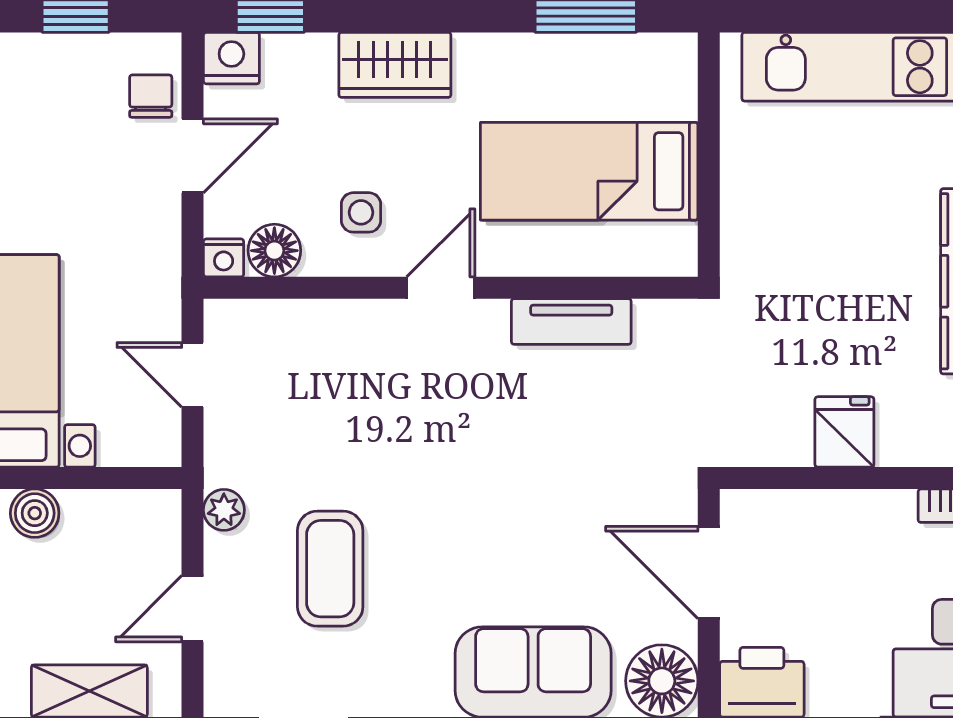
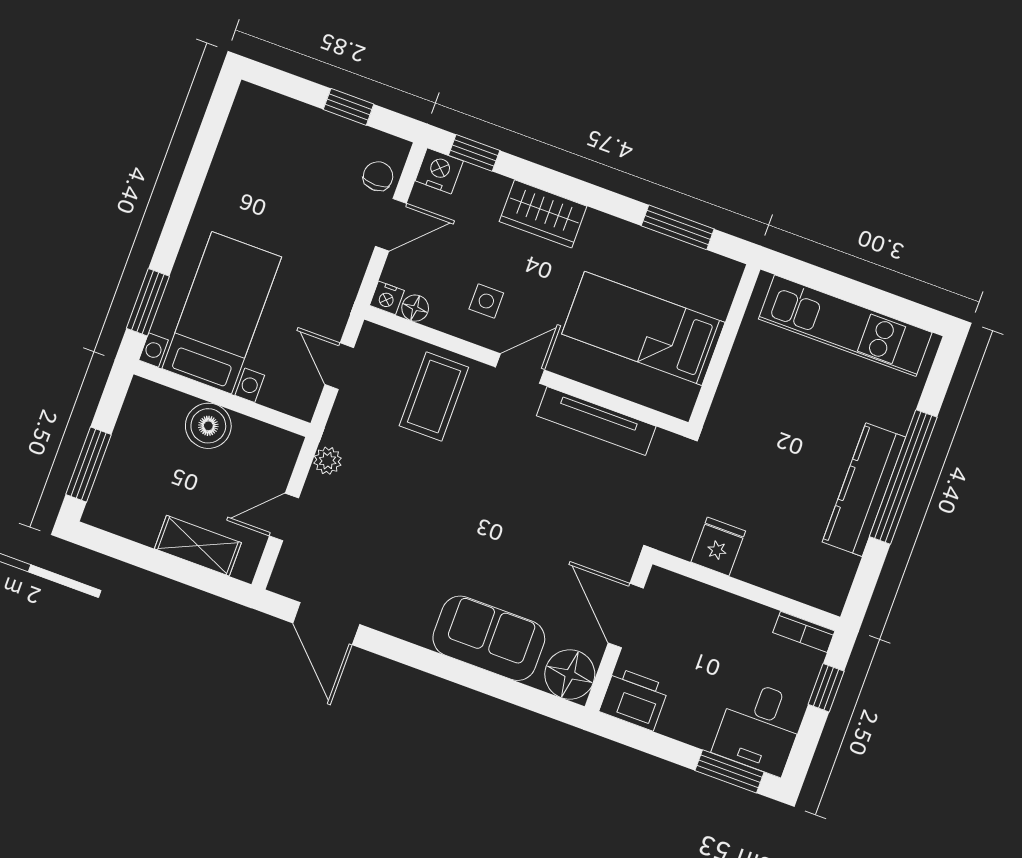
floor lamp: (274, 251) -> (415, 308), width x0.73, depth x0.73
tv unit: (571, 321) -> (596, 421), width x1.41
fridge: (844, 432) -> (718, 547), moved
boiler: (35, 513) -> (208, 426), width x1.36, depth x1.36
coffee table: (330, 569) -> (434, 397), moved

